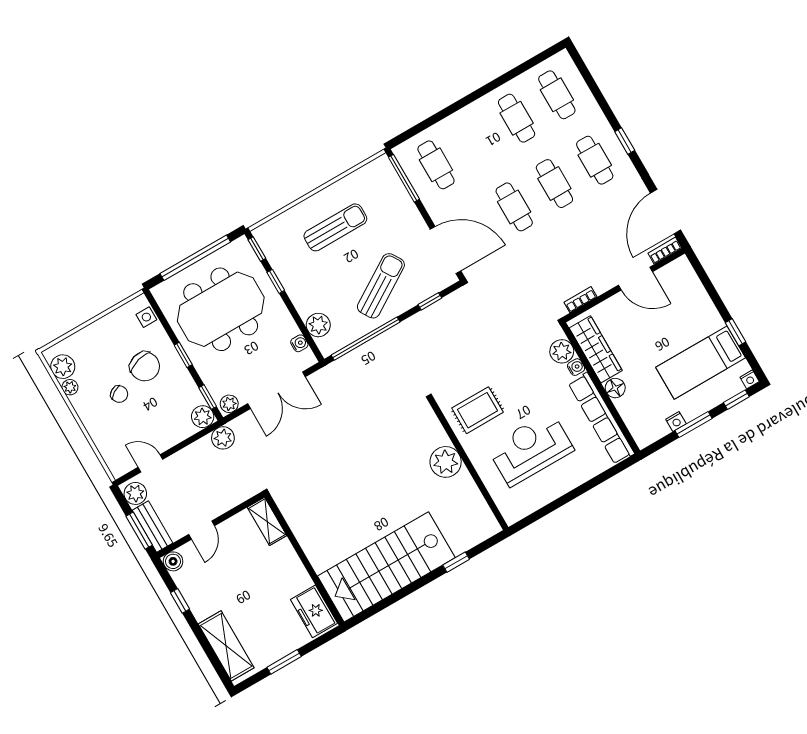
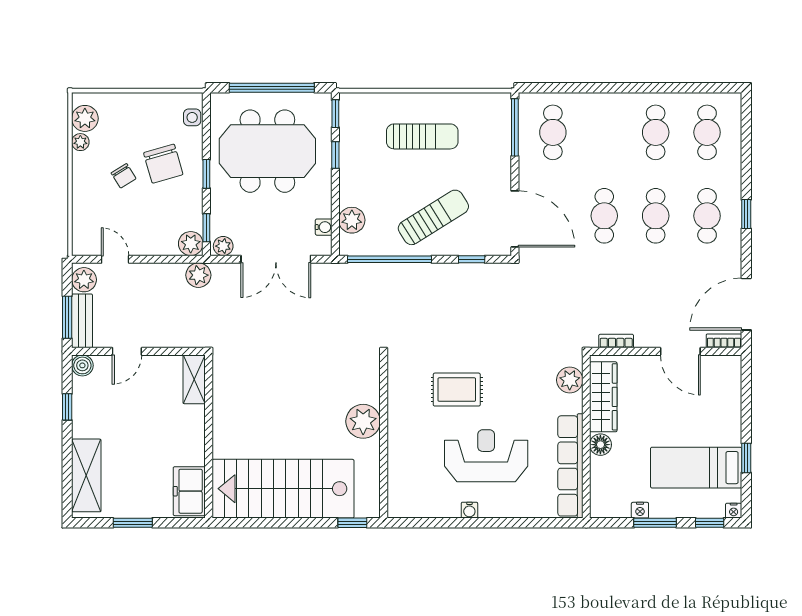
water cooler: (576, 367) -> (469, 510), moved, turned 90
plant: (446, 462) -> (363, 421), moved
wall: (469, 465) -> (384, 437), moved

